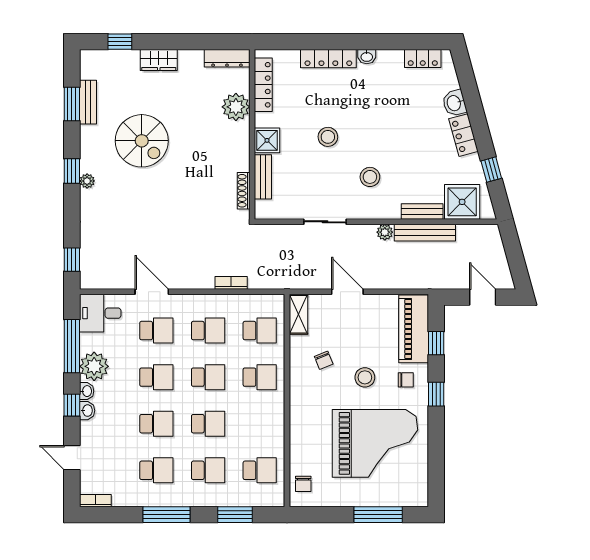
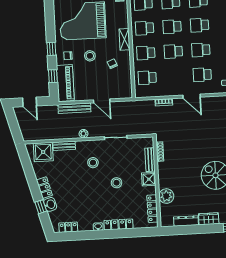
dresser: (227, 58) -> (186, 221), moved
window: (491, 170) -> (41, 207), moved
bench: (425, 233) -> (74, 108), moved
door: (152, 292) -> (192, 96), moved
shelving: (298, 314) -> (124, 39), moved
school desk: (208, 331) -> (145, 28), moved

